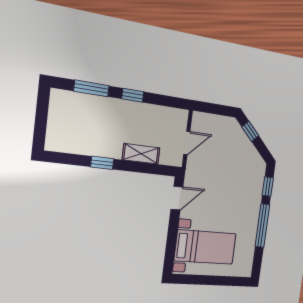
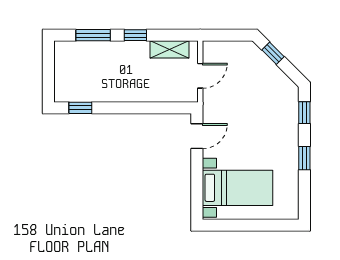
shelving: (141, 154) -> (169, 49), moved
window: (102, 163) -> (80, 108), moved
window: (262, 226) -> (304, 158), width x0.46

